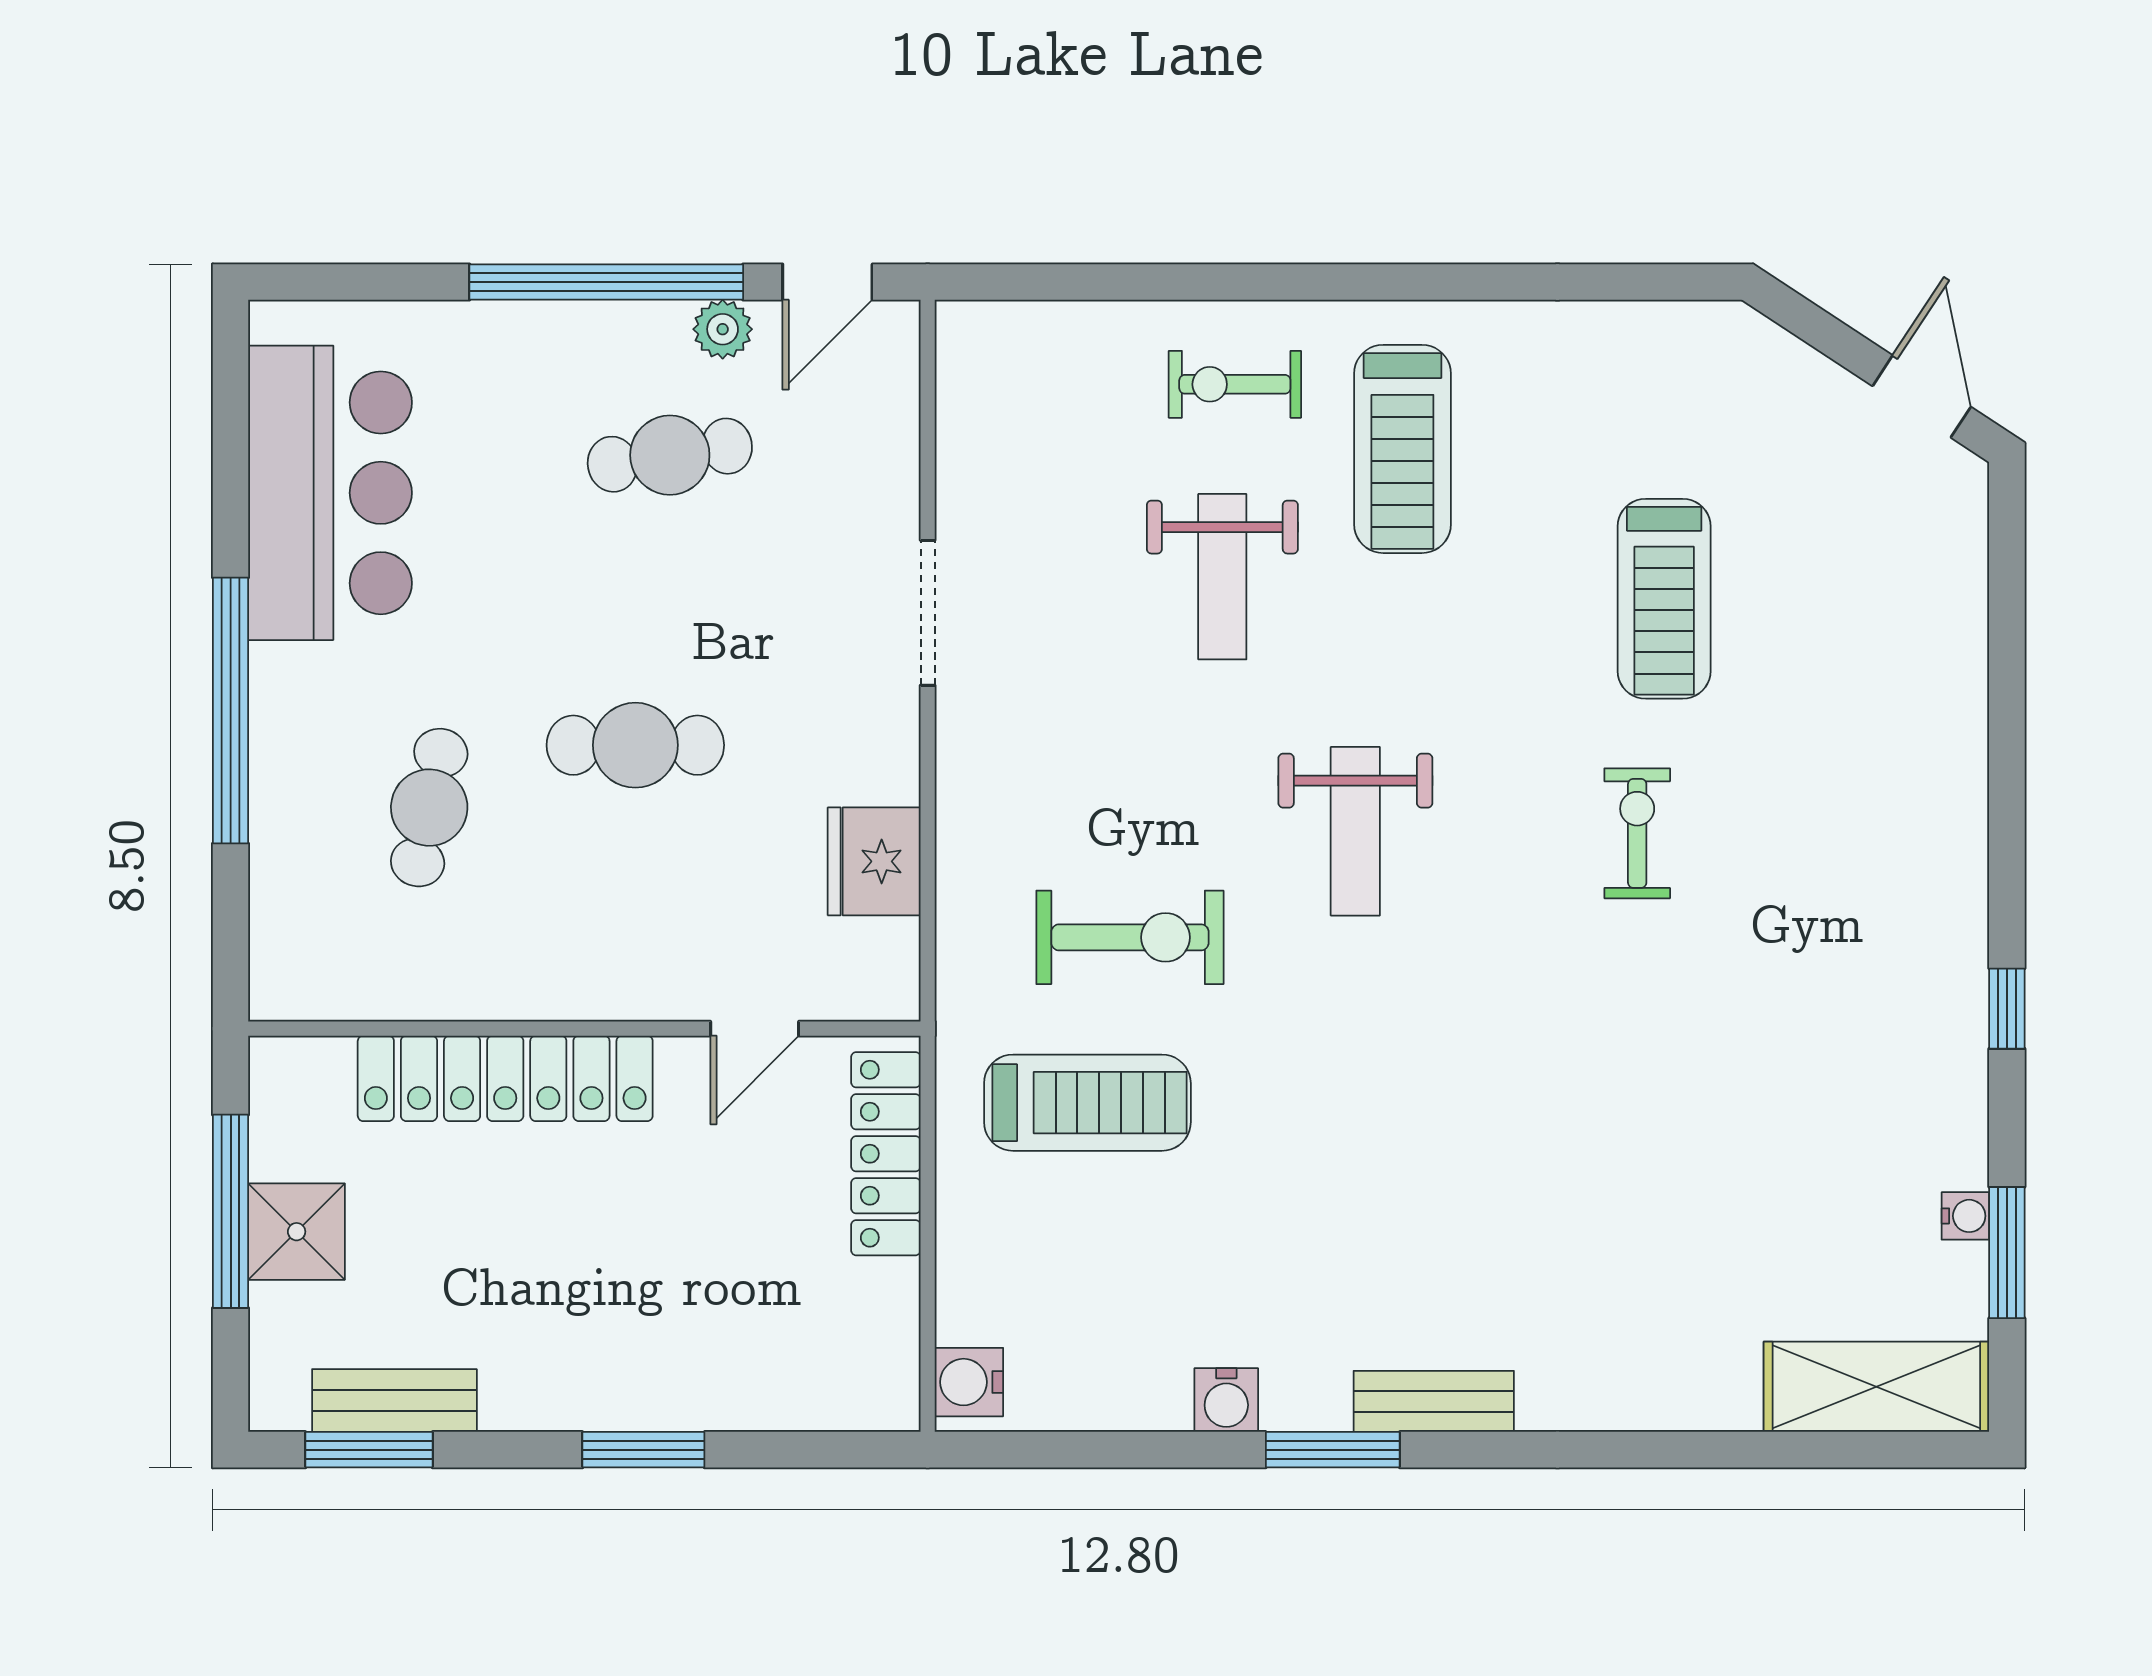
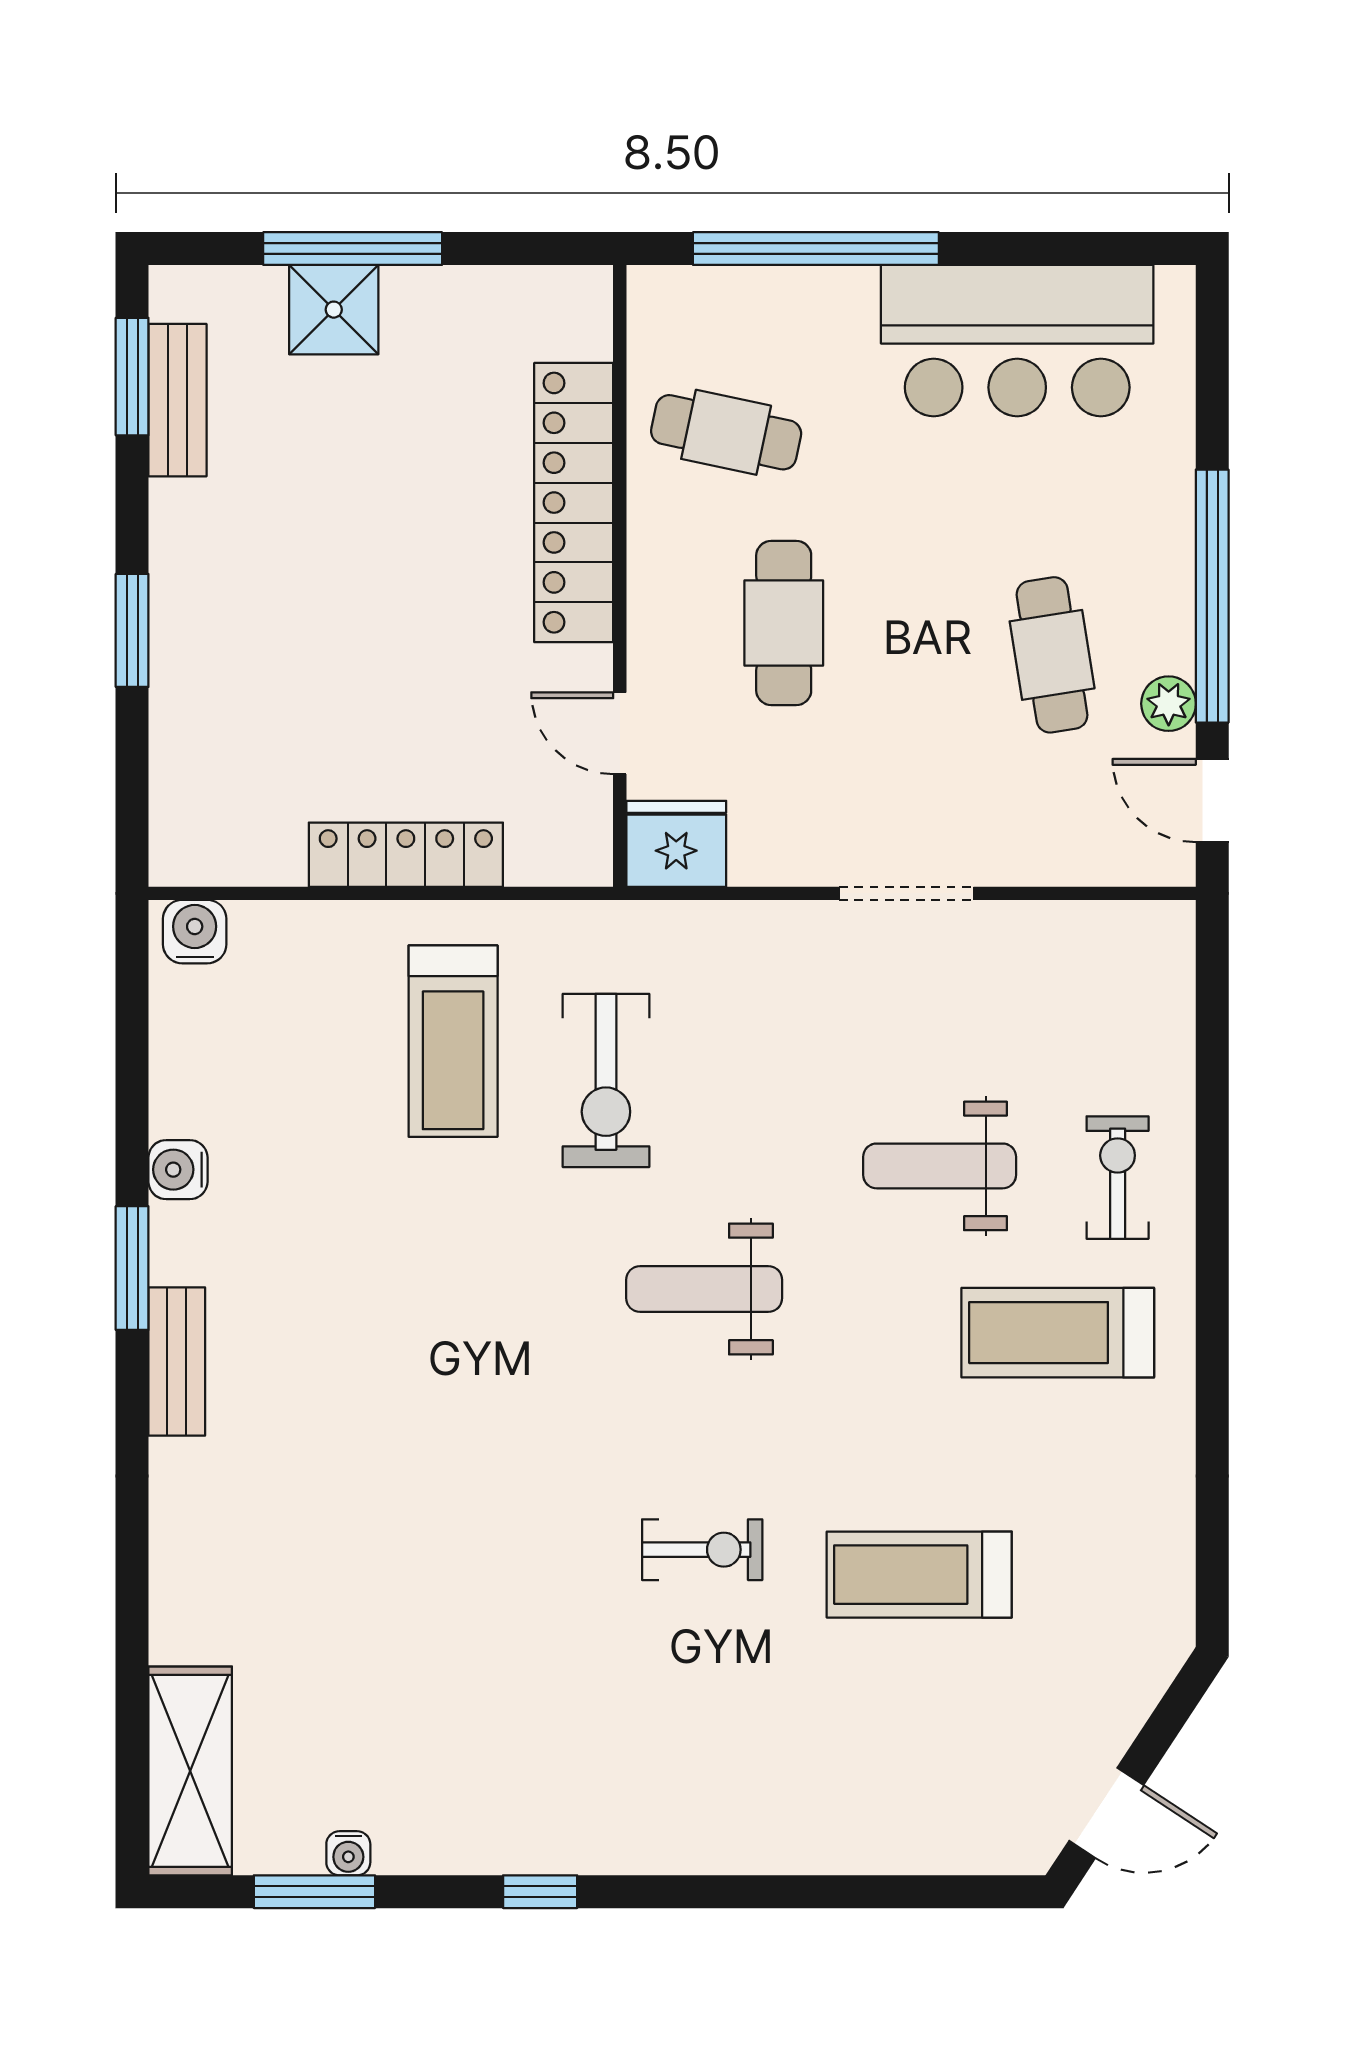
wall: (584, 1029) -> (620, 576), moved
door: (755, 1029) -> (620, 733), moved
locker: (505, 1078) -> (574, 503), moved

